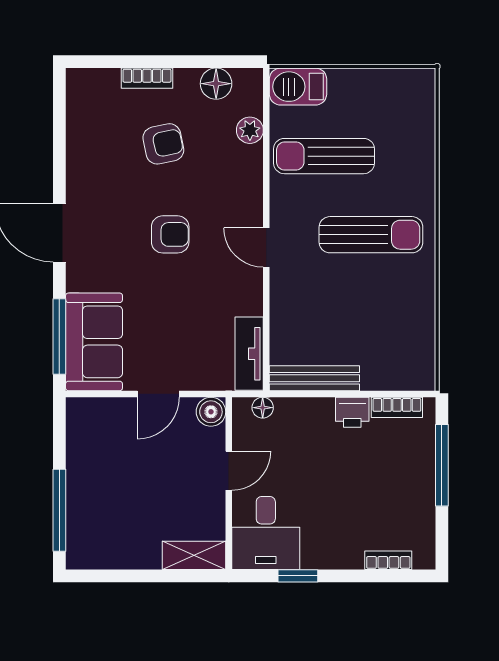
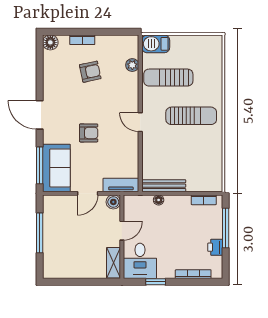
floor lamp: (216, 84) -> (50, 42), moved
armchair: (170, 234) -> (89, 133), moved
tv unit: (249, 354) -> (121, 185), moved, turned 90
floor lamp: (263, 408) -> (159, 200), moved
printer: (352, 412) -> (215, 247), moved, turned 90
window: (59, 510) -> (40, 233), moved
shelving: (194, 555) -> (114, 263), moved, turned 90
bookcase: (388, 560) -> (193, 274), width x1.56

